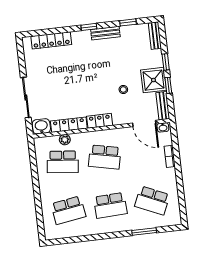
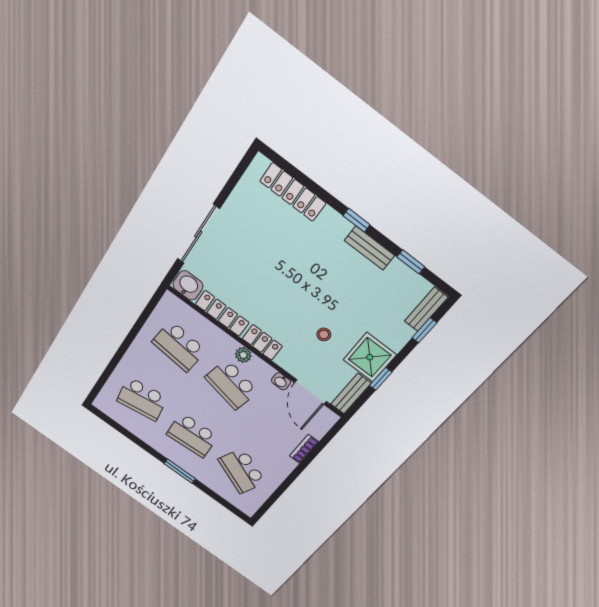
window: (166, 62) -> (424, 330), moved
washbasin: (163, 127) -> (281, 381), moved
plant: (65, 140) -> (243, 355), moved
window: (144, 231) -> (180, 471), moved

